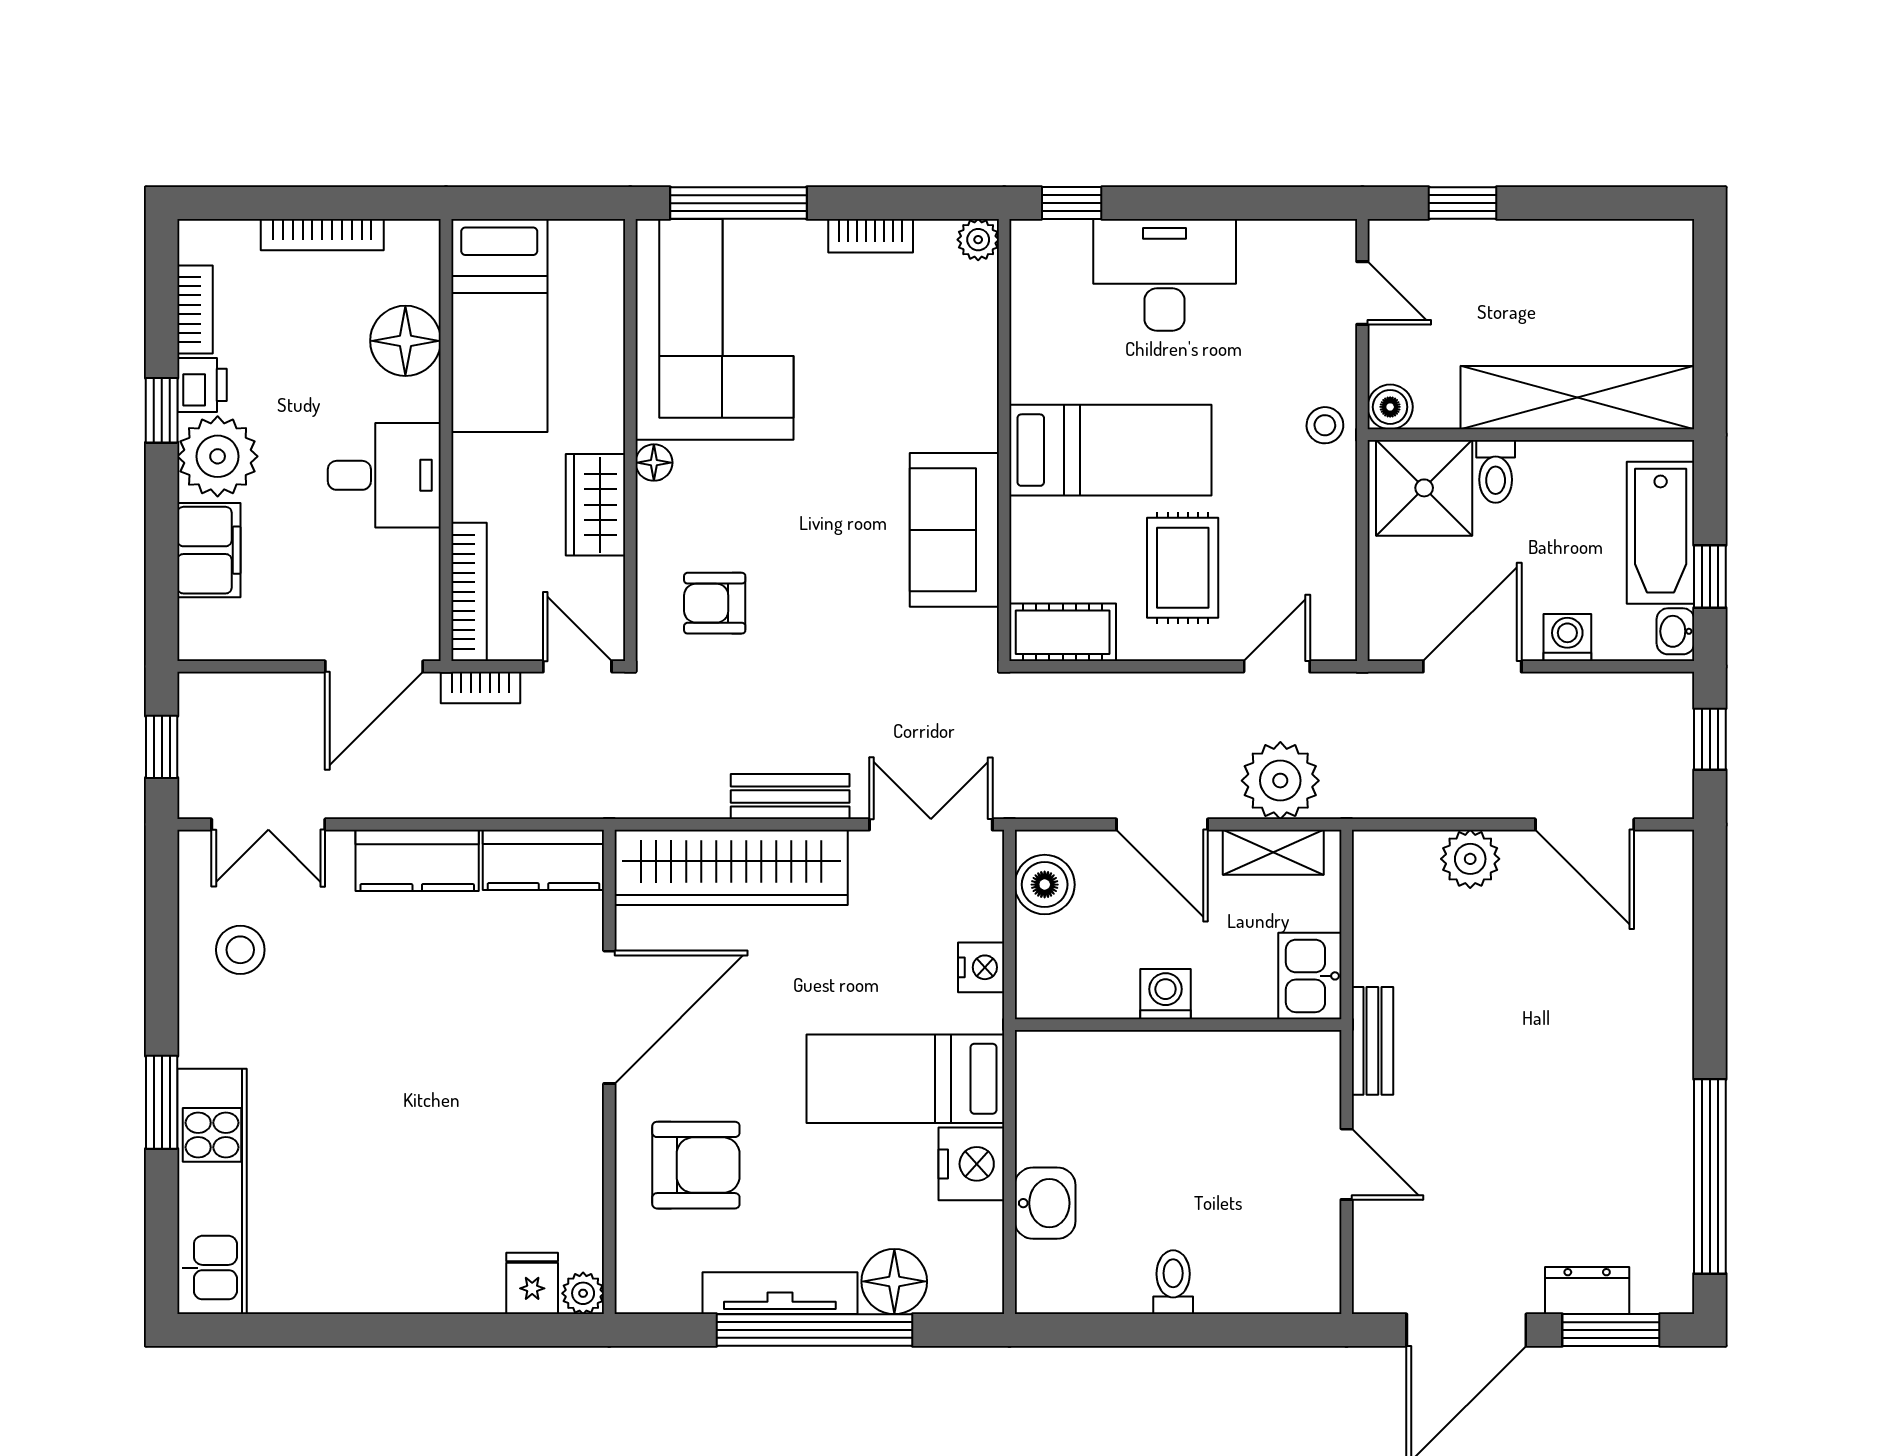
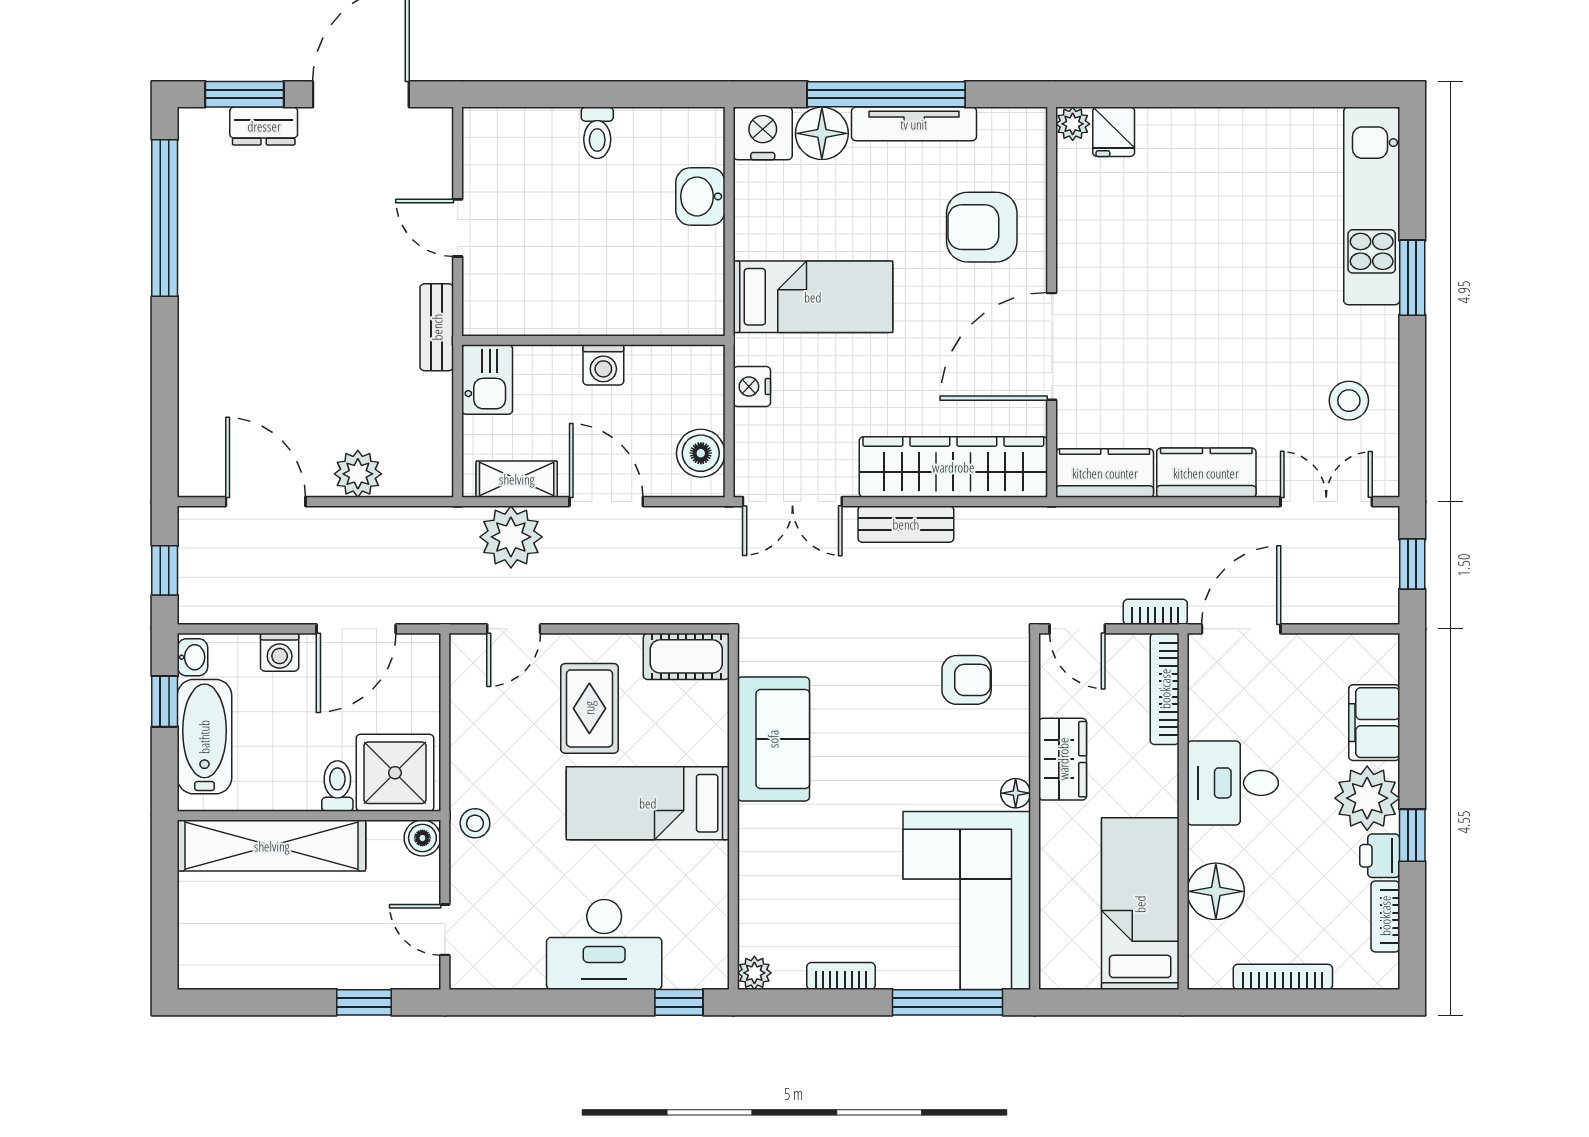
nightstand: (971, 1164) -> (763, 133), moved, turned 90

